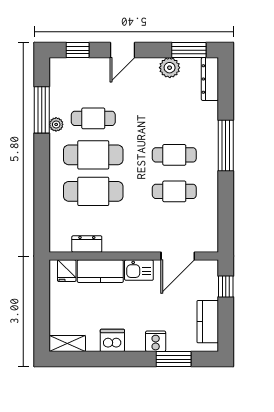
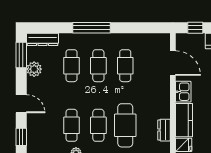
cafe table: (174, 118) -> (72, 66), added
cafe table: (93, 155) -> (98, 125), width x0.73, depth x0.74

